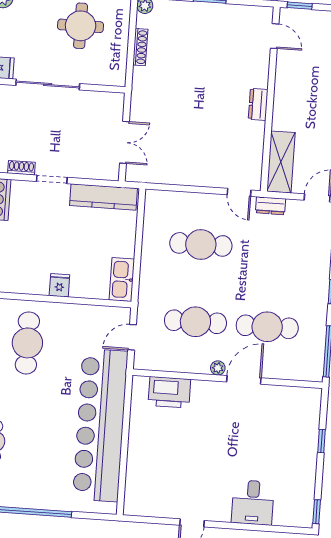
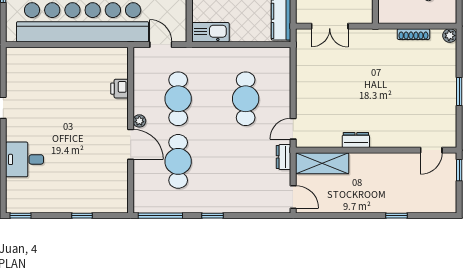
dresser: (258, 104) -> (356, 140), moved
printer: (169, 392) -> (119, 89), width x0.53, depth x0.68

